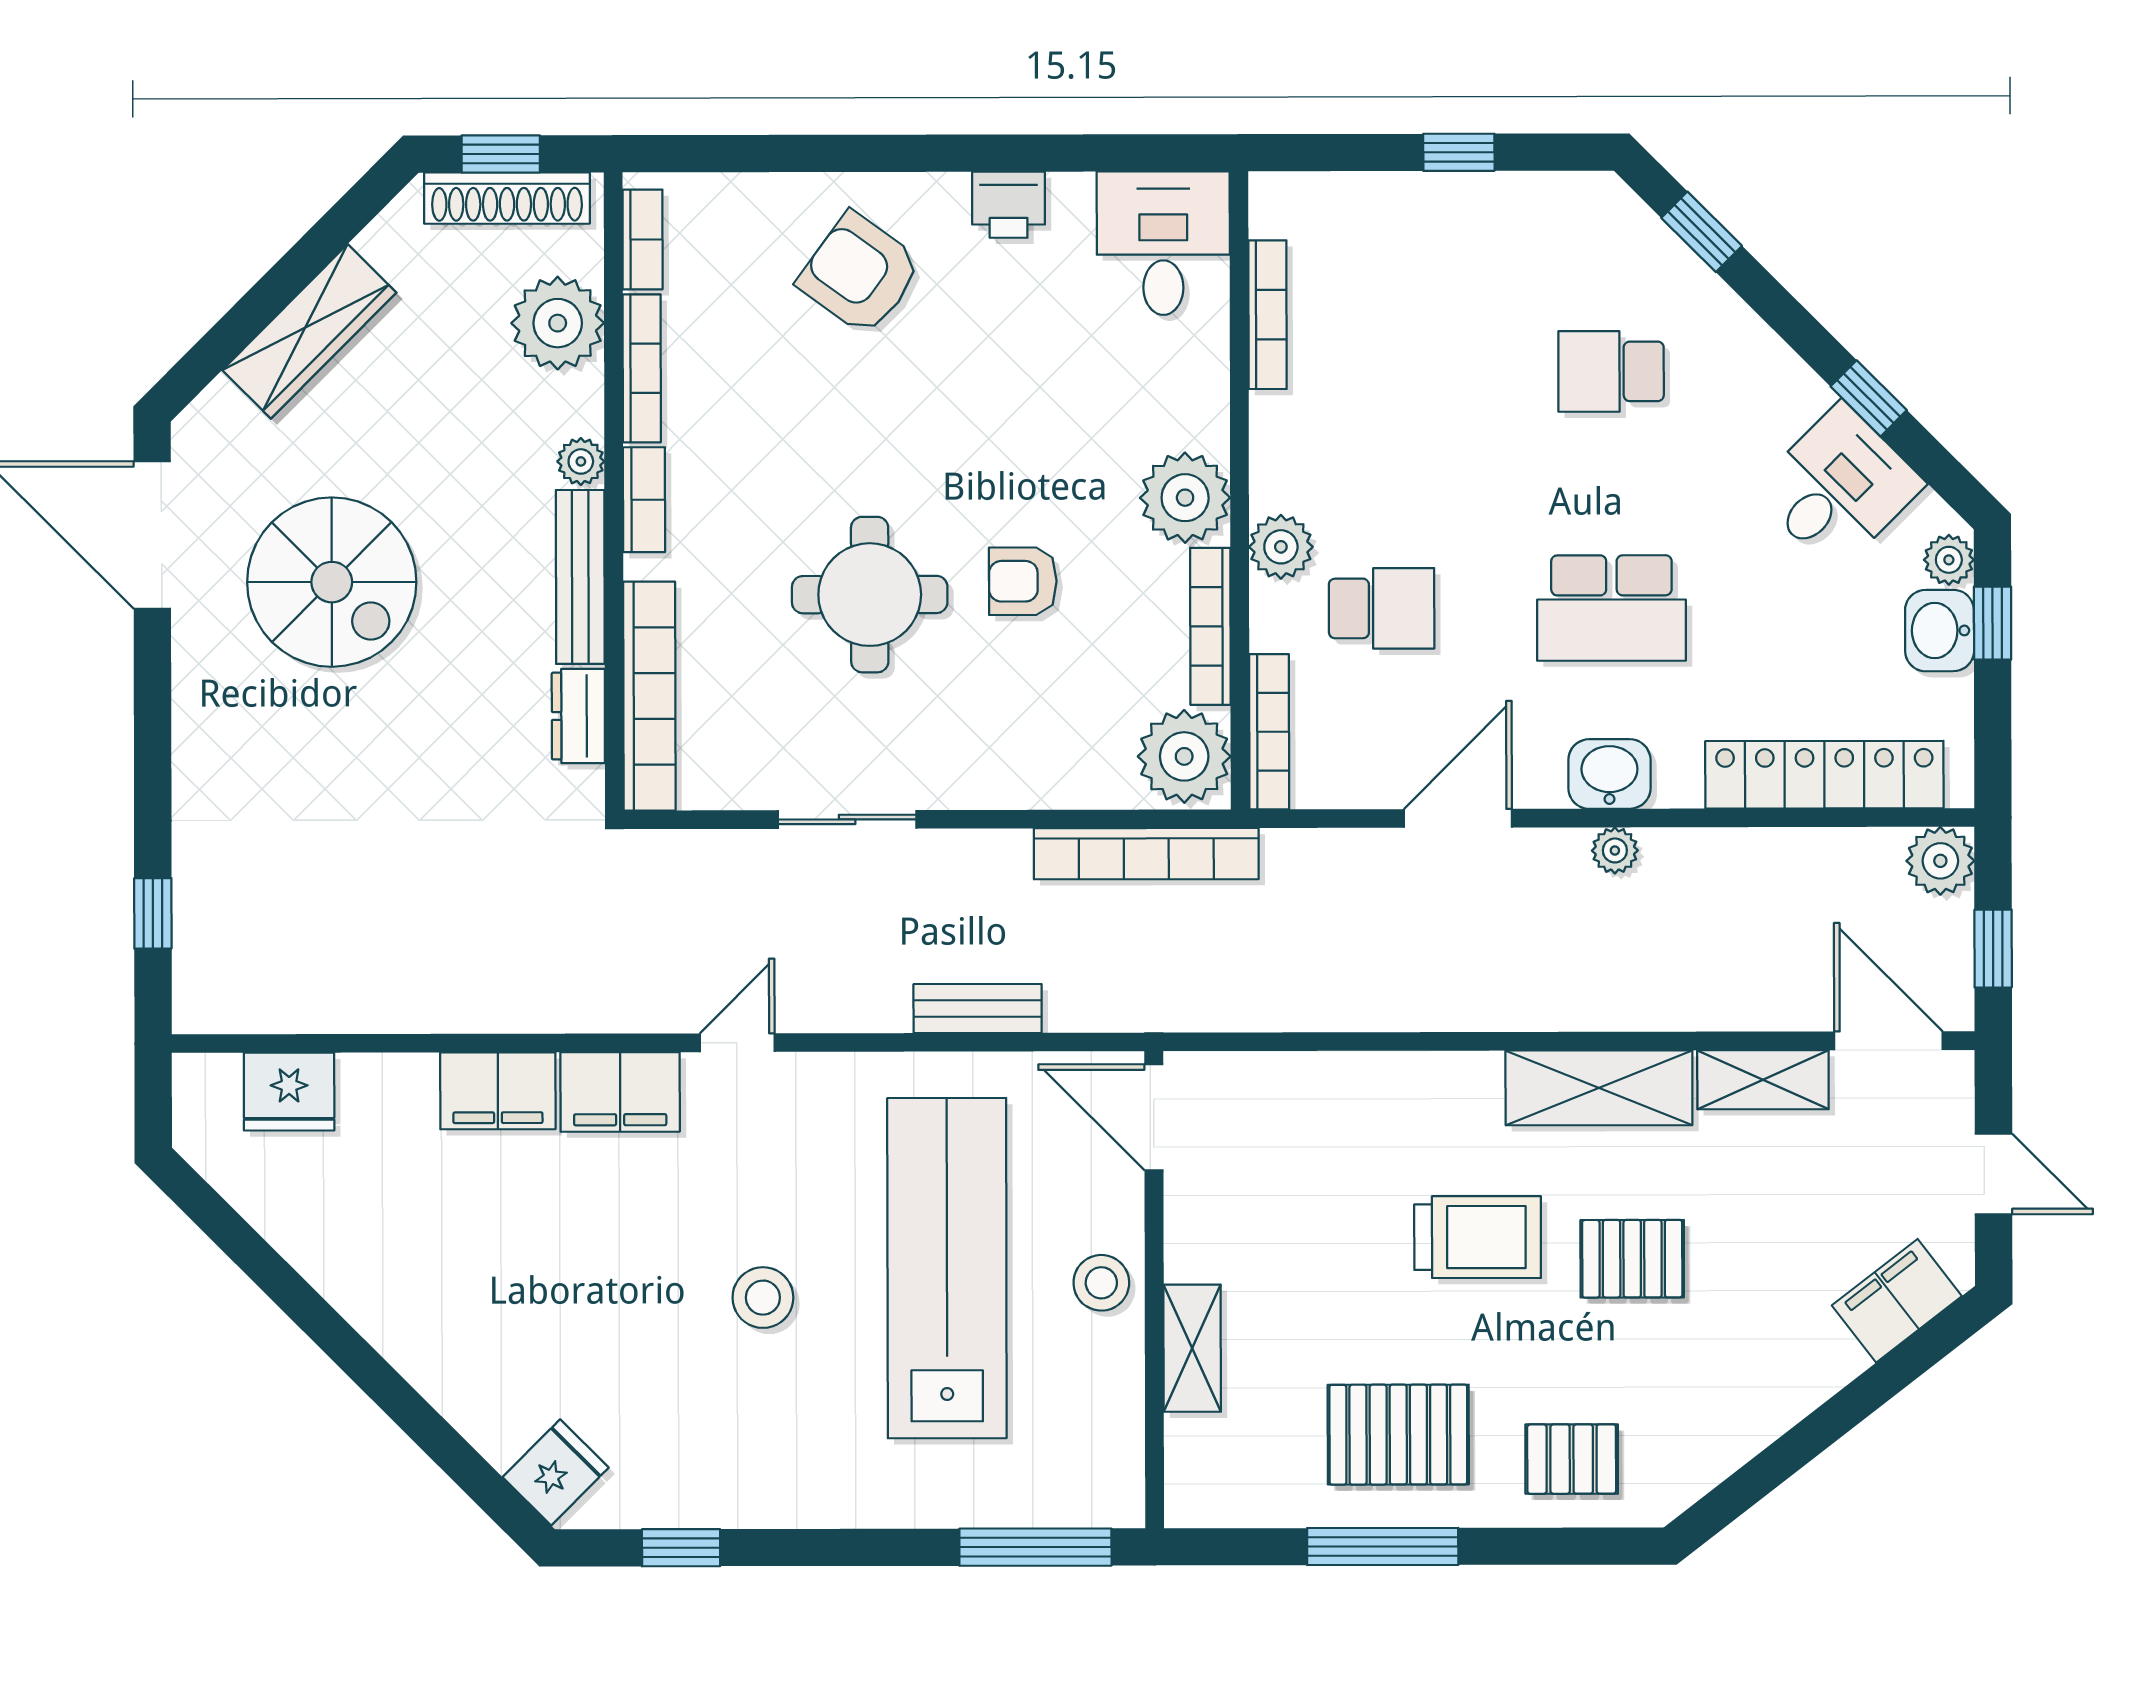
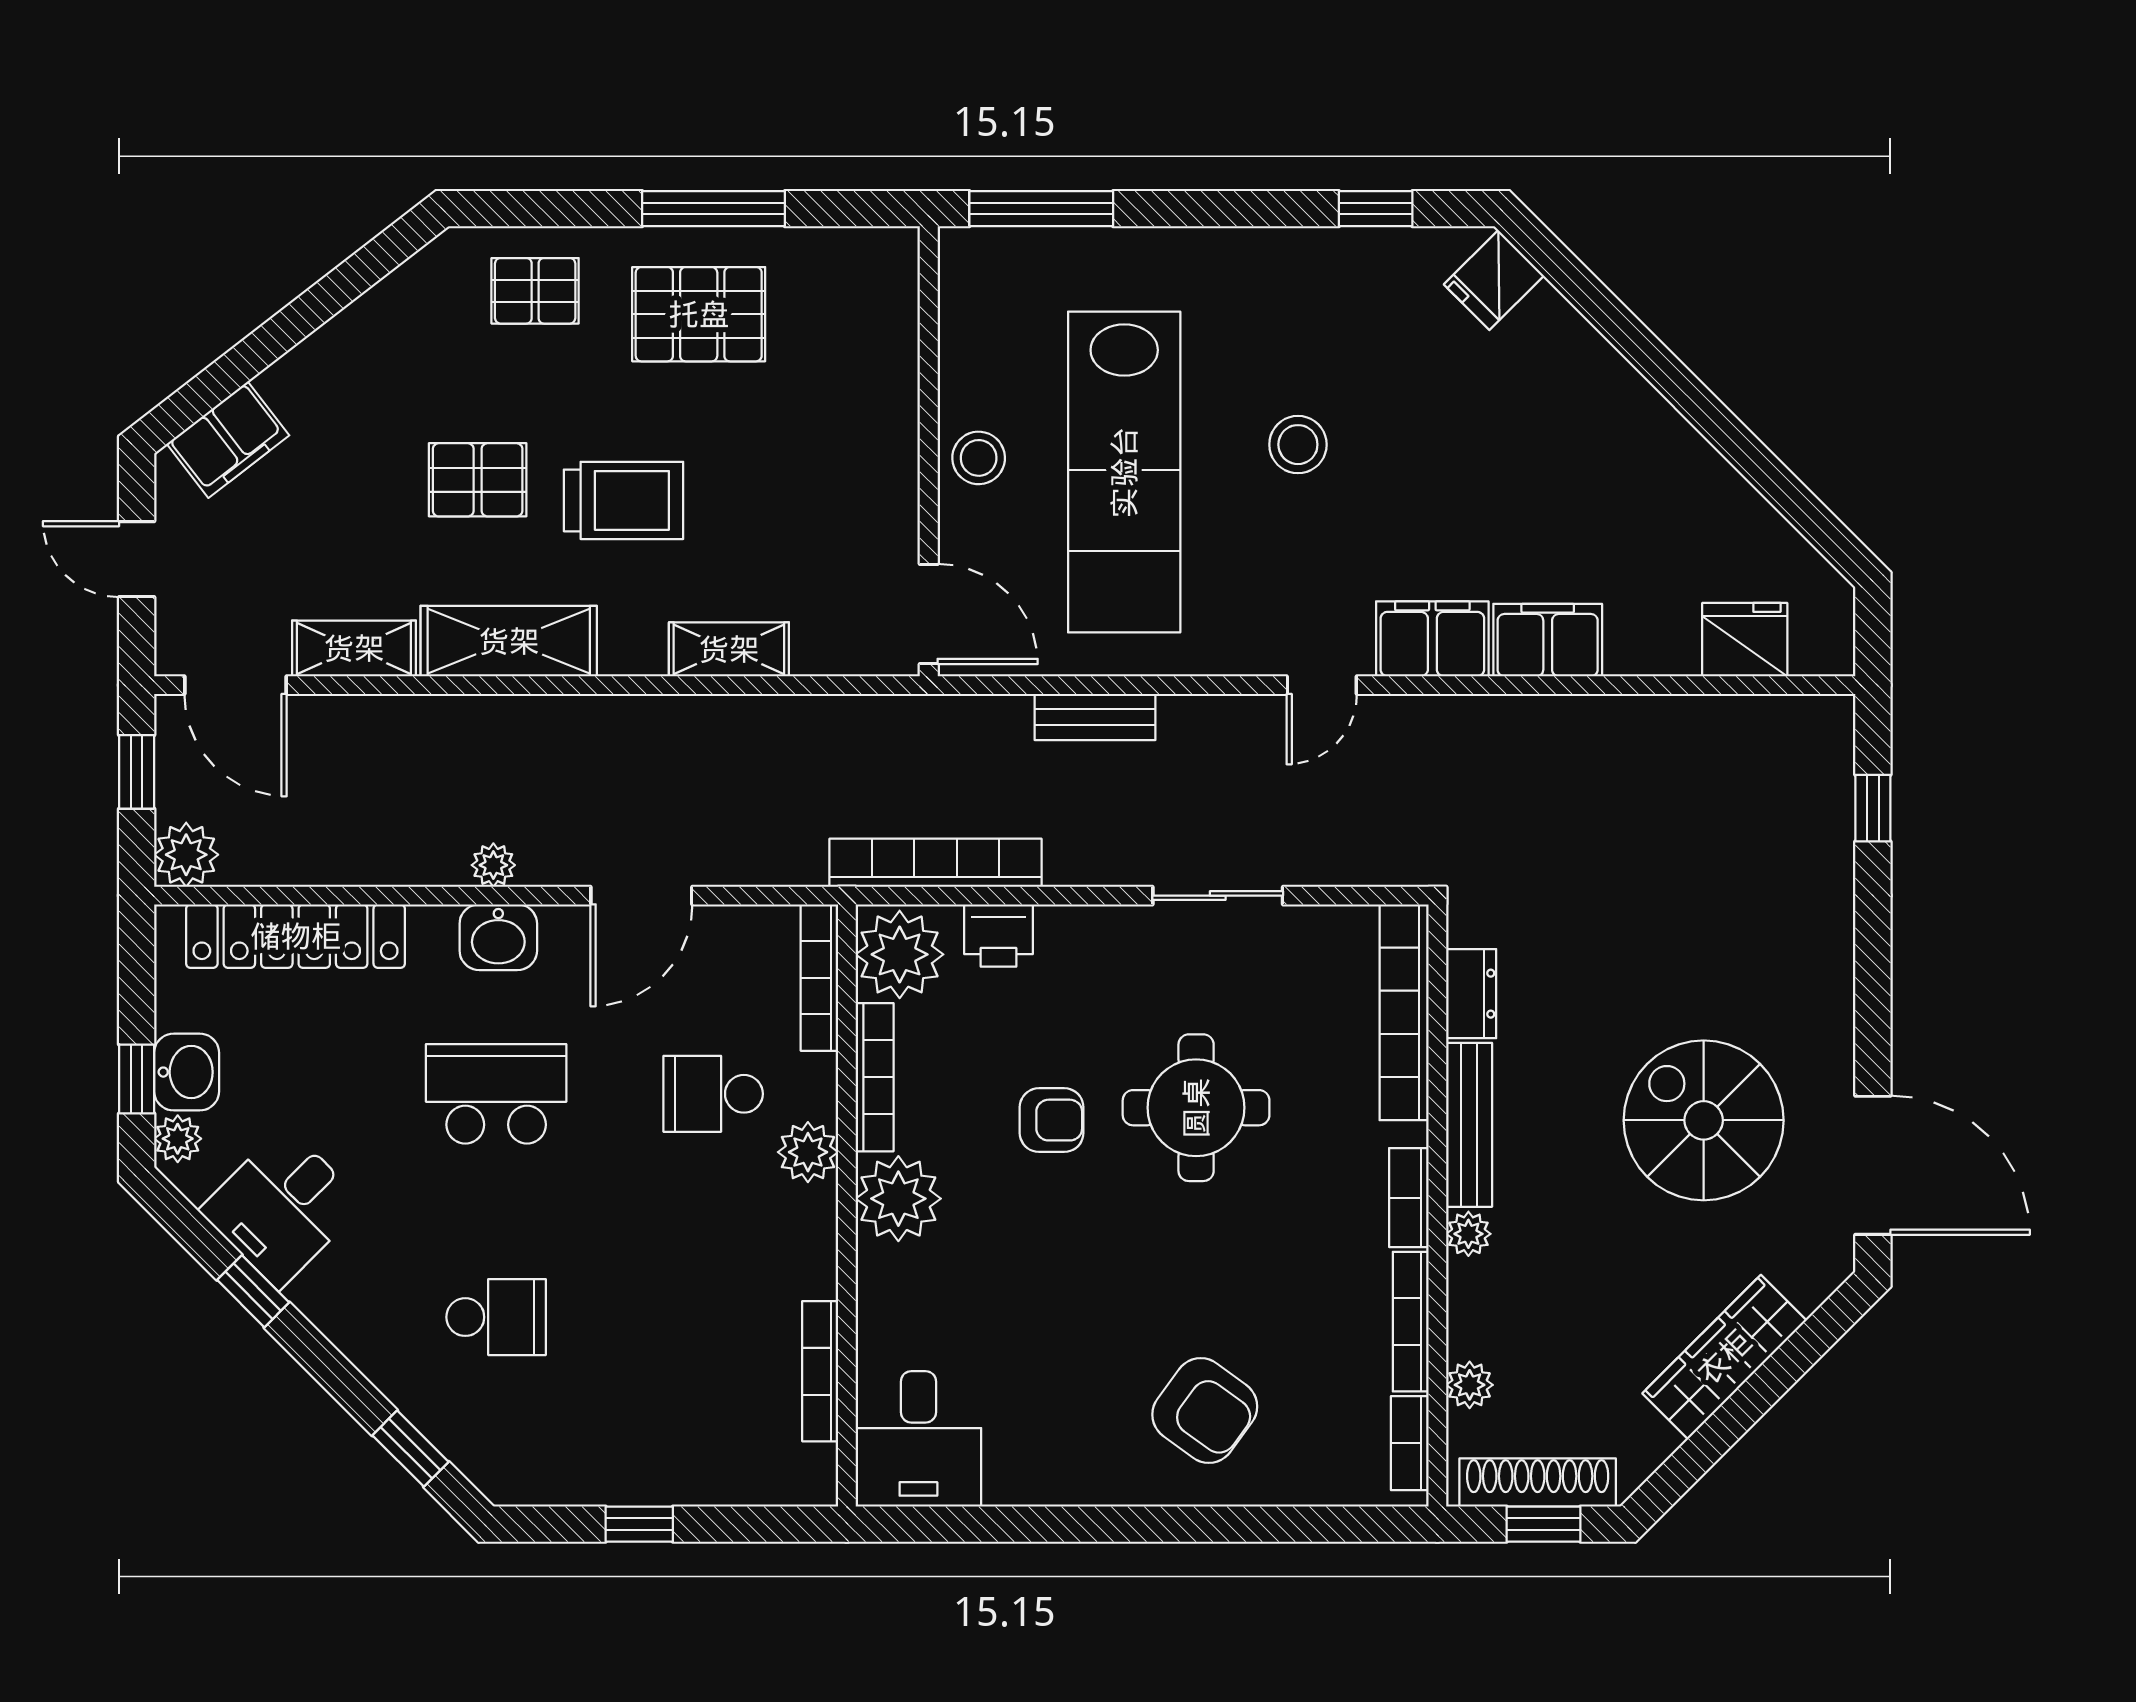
printer: (1009, 205) -> (999, 936), moved, turned 180
plant: (558, 323) -> (1470, 1385), width x0.53, depth x0.53
trolley: (1478, 1237) -> (624, 500), turned 180
shelving: (1192, 1348) -> (729, 649), moved, turned 90

